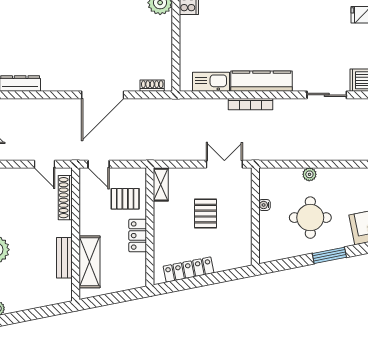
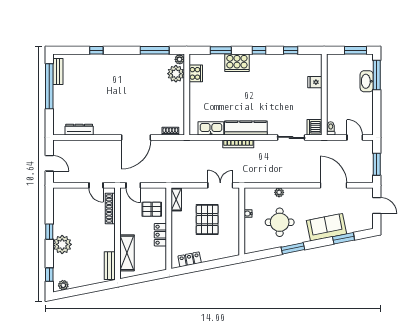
pallet: (206, 214) -> (207, 220), width x1.50, depth x1.42
bench: (64, 258) -> (110, 266), moved
locker: (188, 270) -> (190, 259), width x0.66

